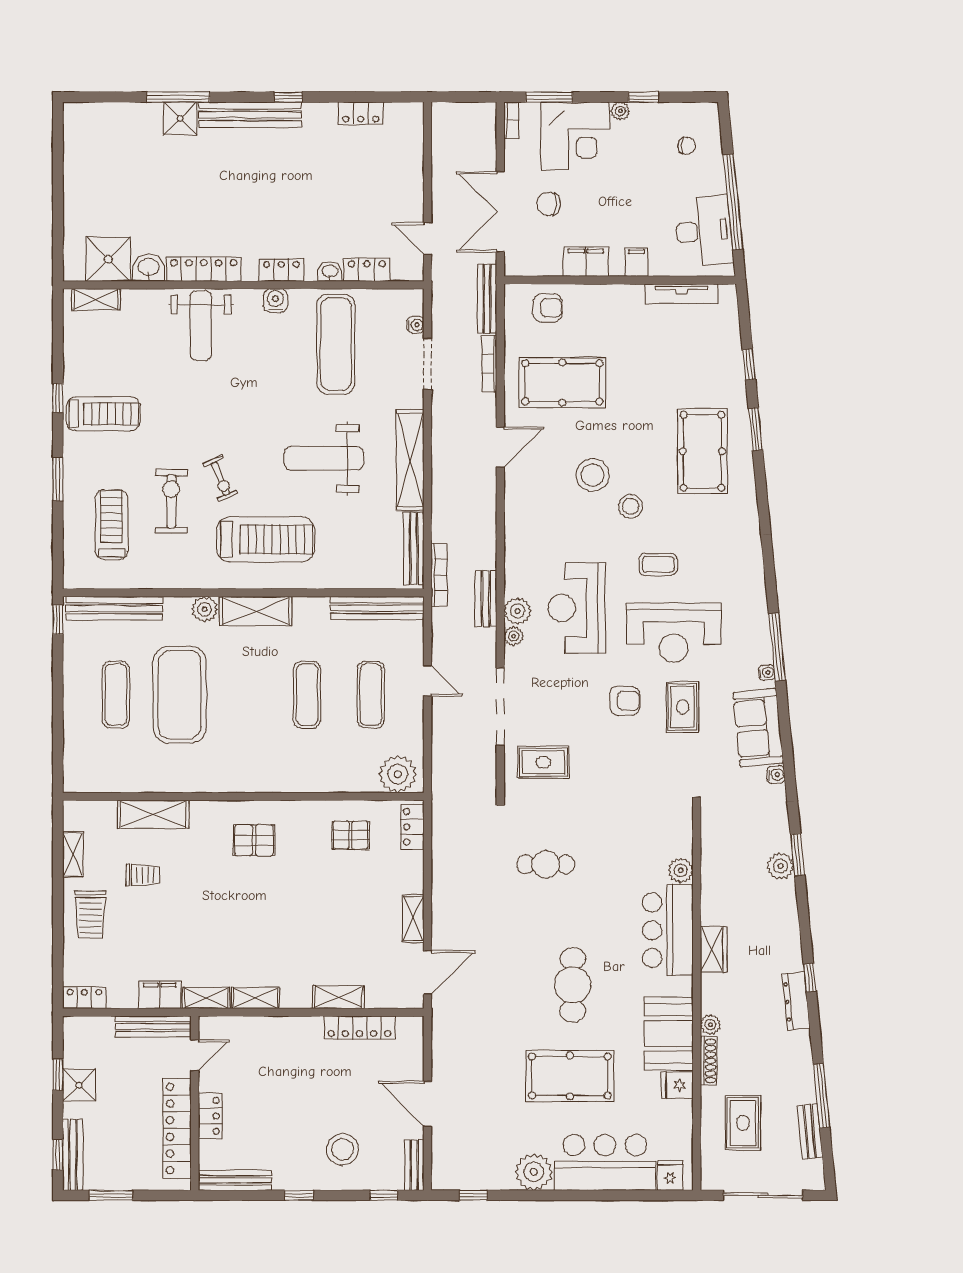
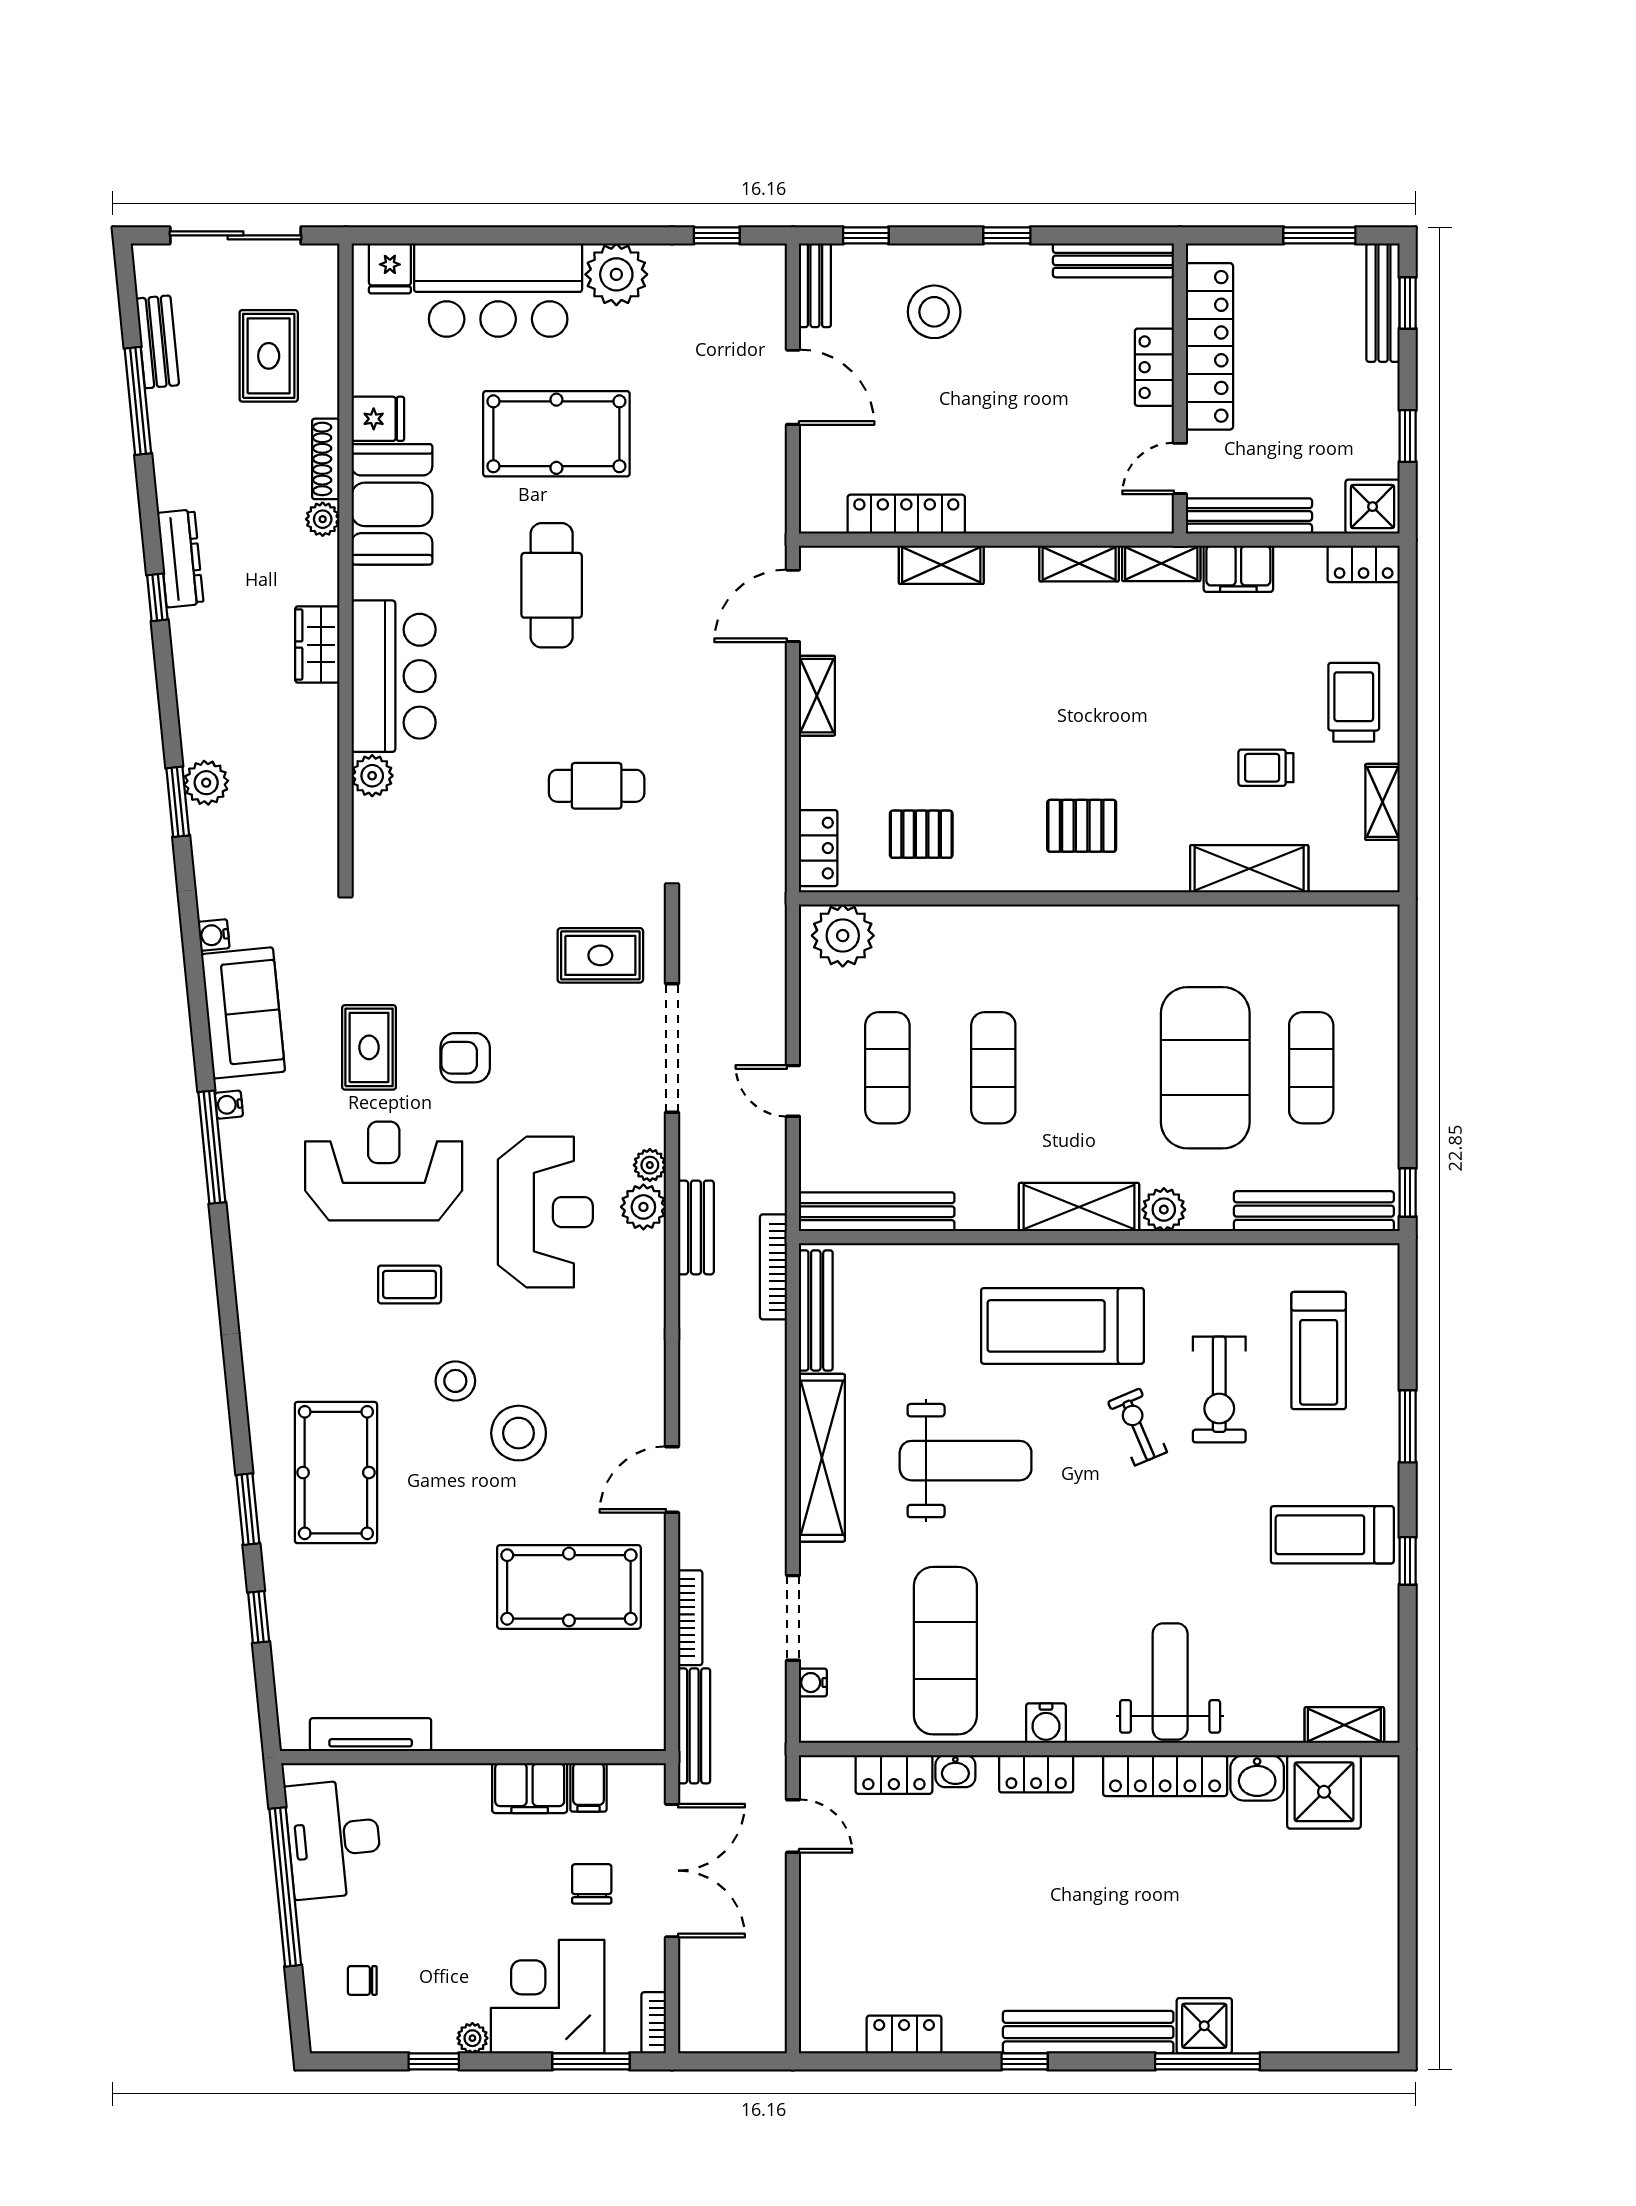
chair: (549, 204) -> (592, 1884), turned -94
filing cabinet: (637, 262) -> (588, 1787), moved
armchair: (548, 308) -> (593, 1711), removed
shower: (79, 1085) -> (1373, 507), moved

